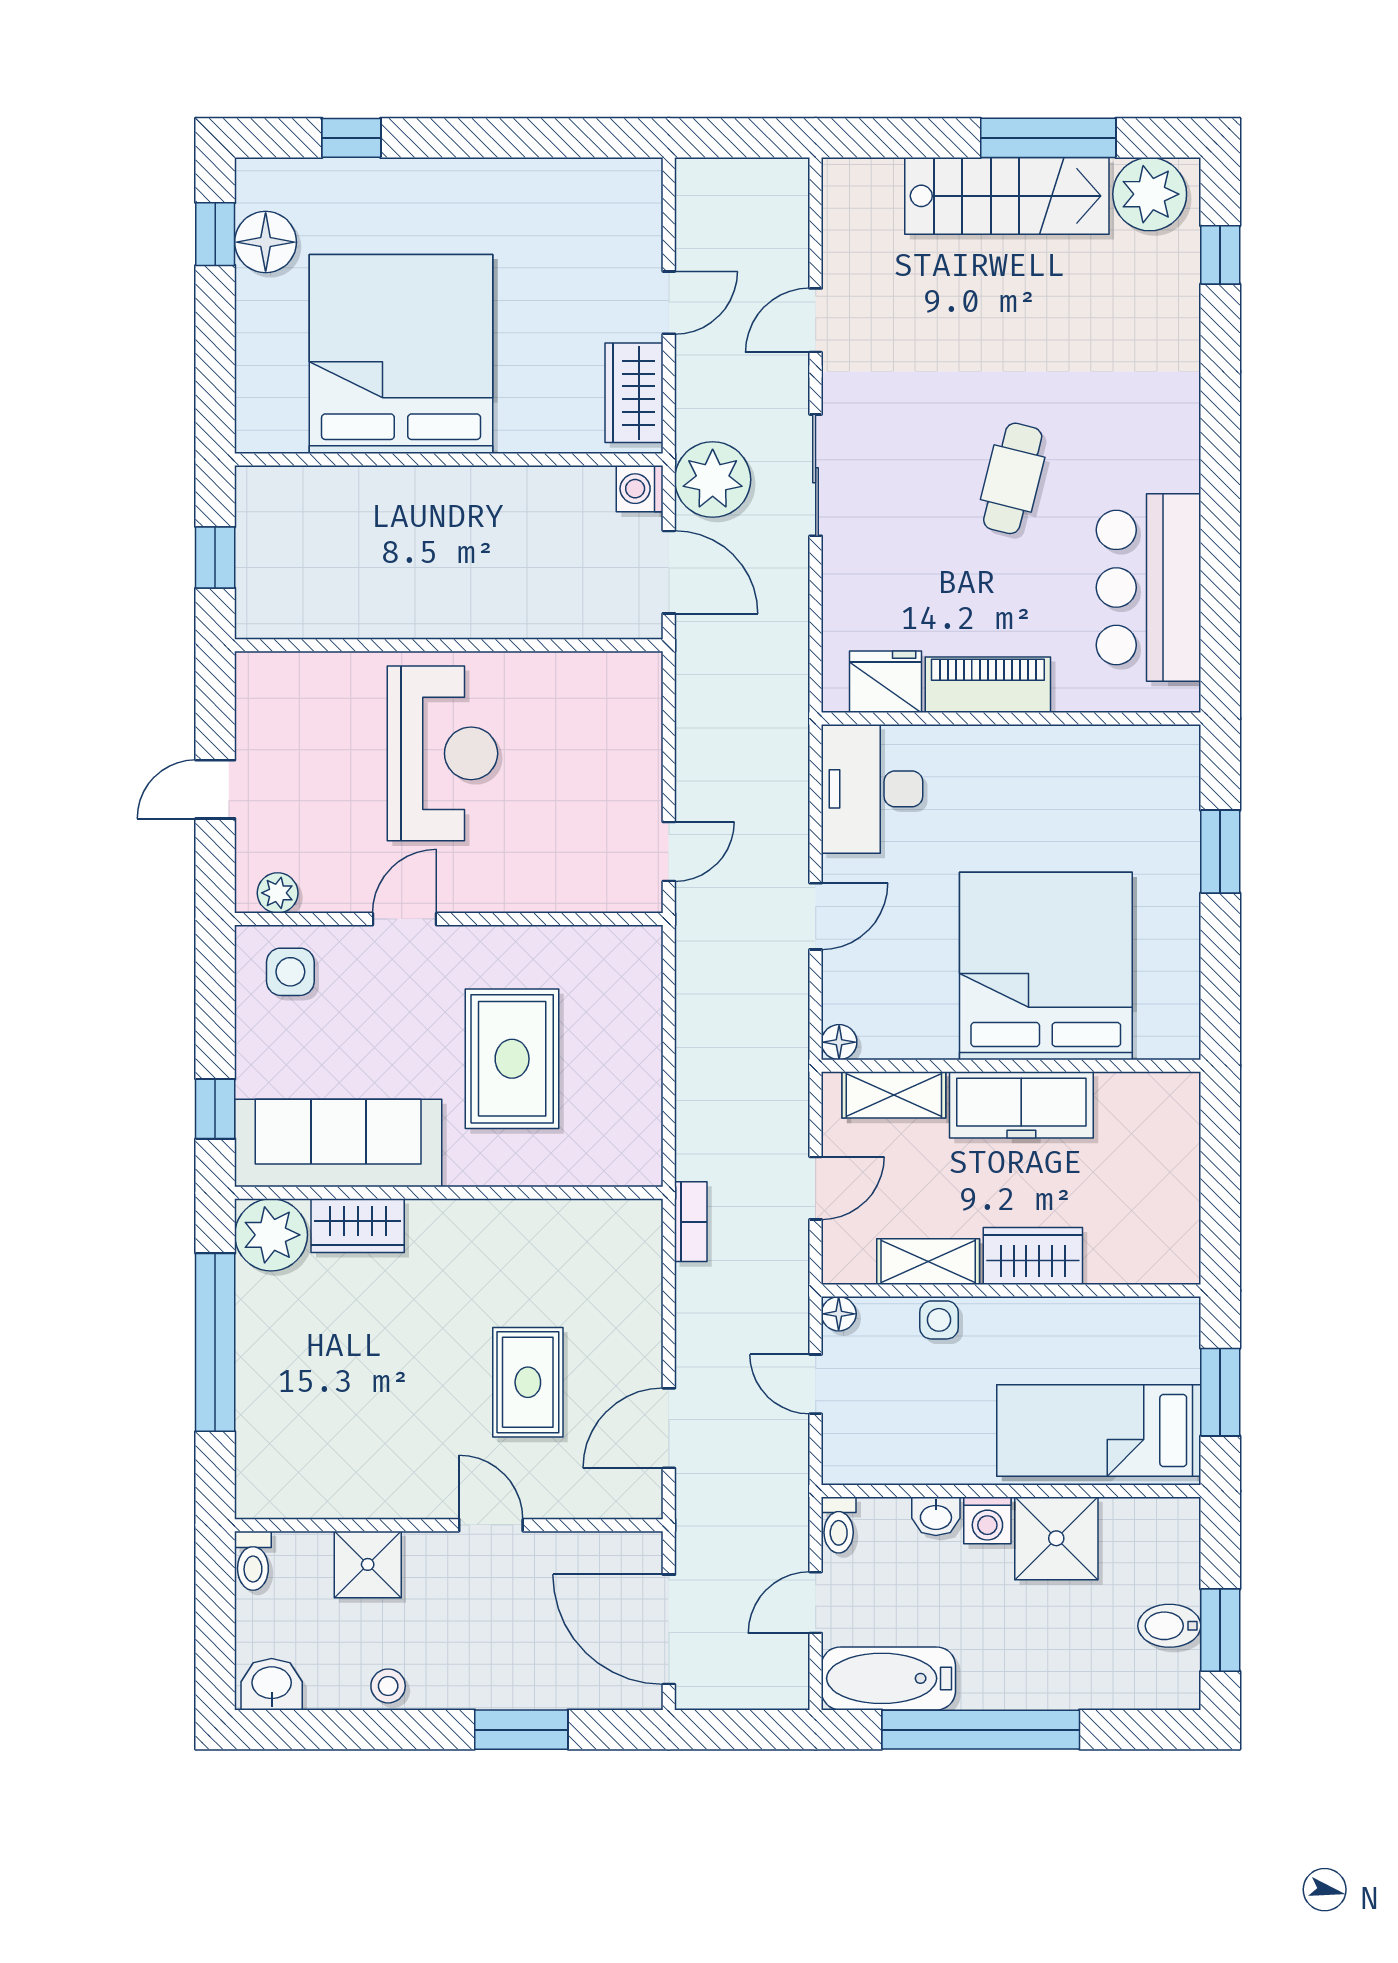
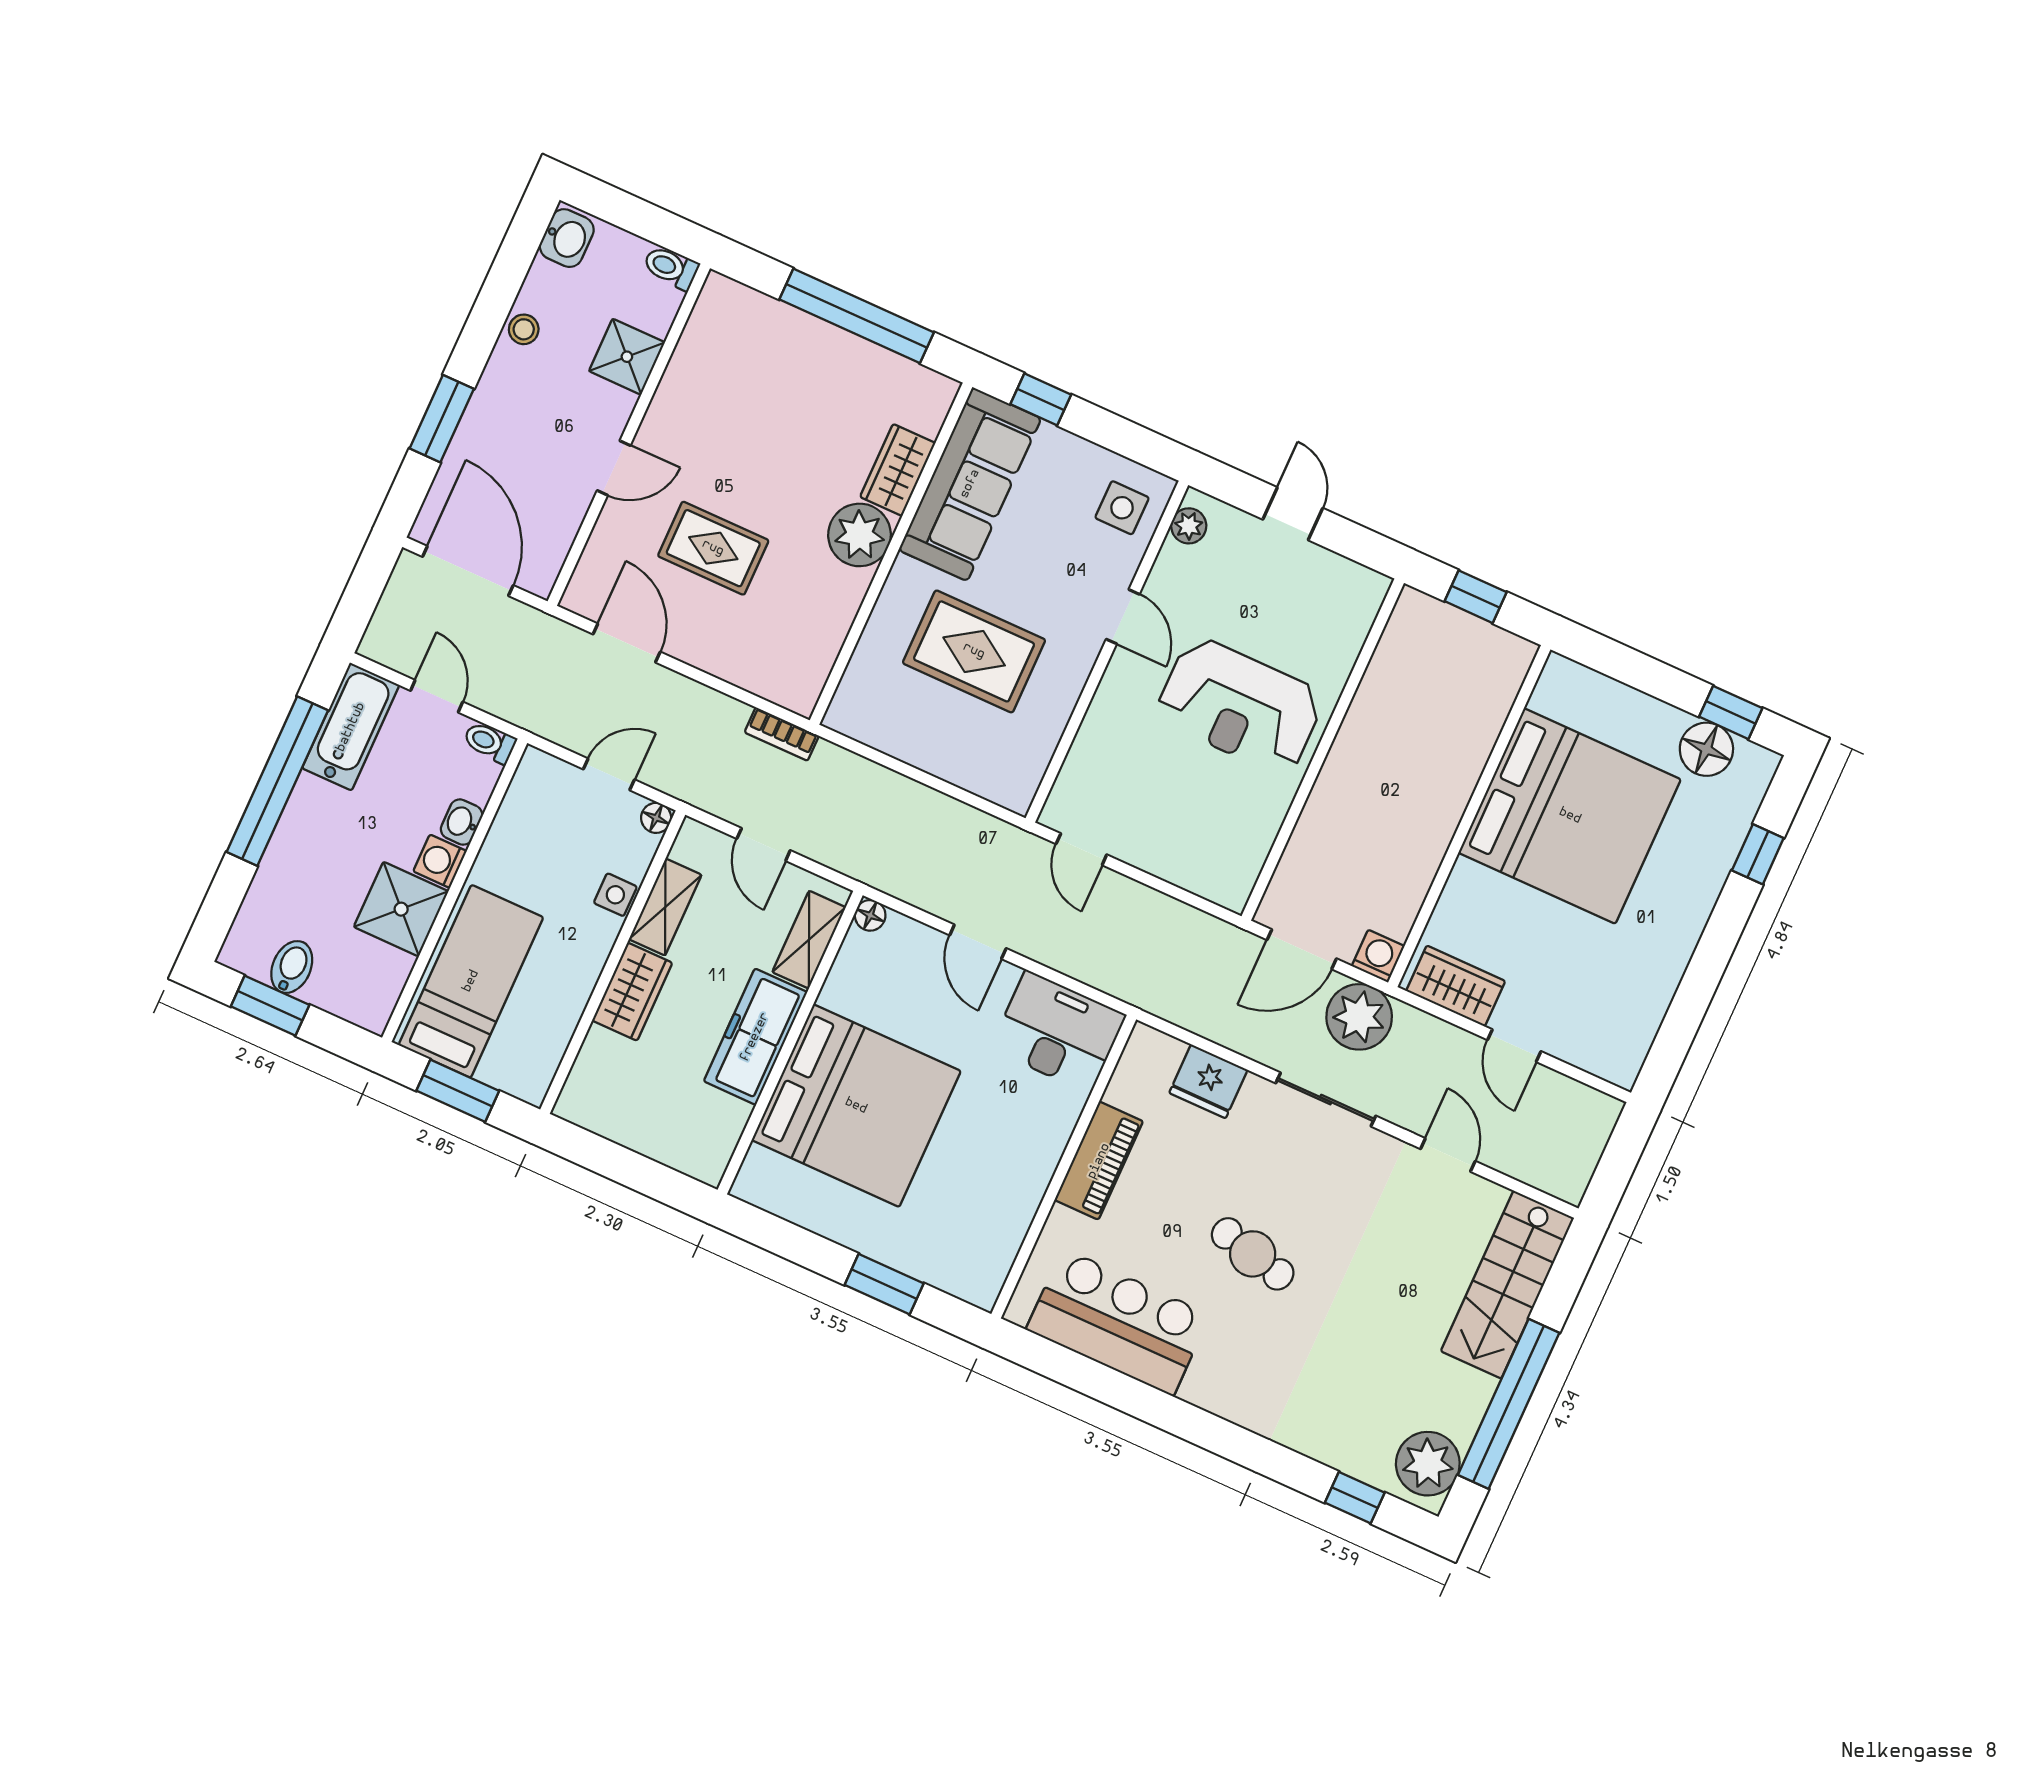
window: (1048, 138) -> (1509, 1404), width x1.46
stairs: (1007, 196) -> (1507, 1285), moved
fridge: (885, 682) -> (1208, 1081), moved, turned 90
plant: (271, 1235) -> (859, 535), moved
door: (669, 1629) -> (468, 571), hinge flipped

